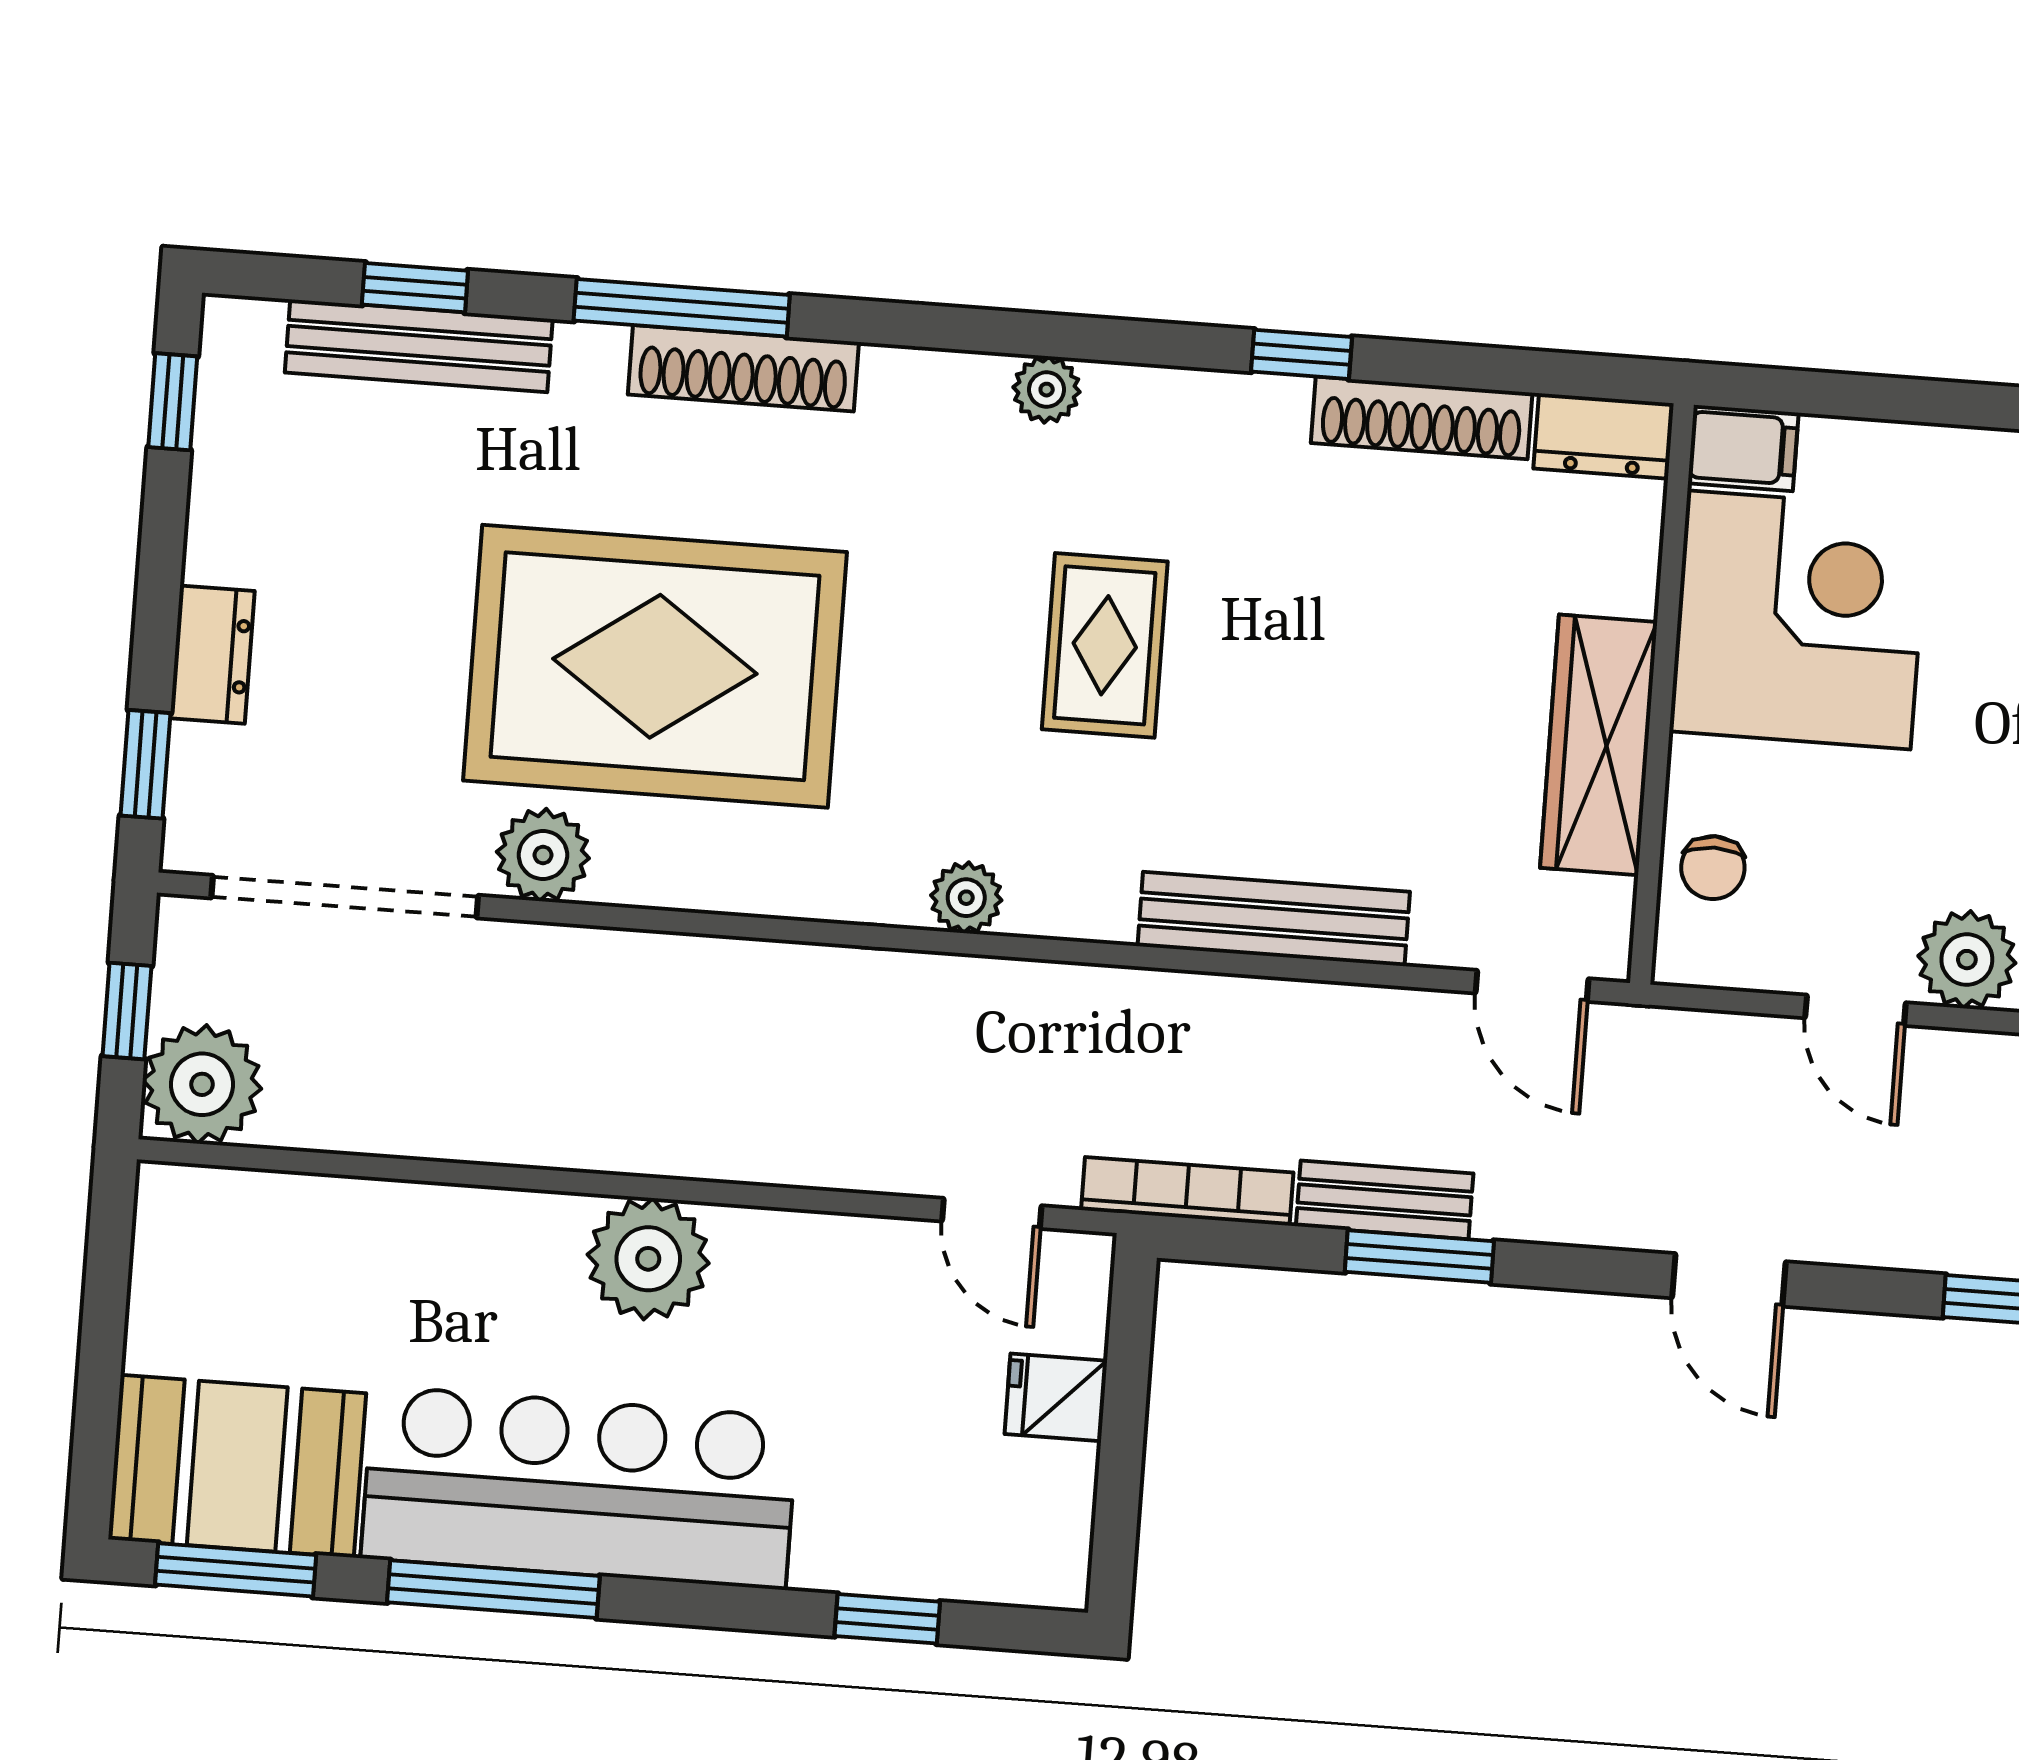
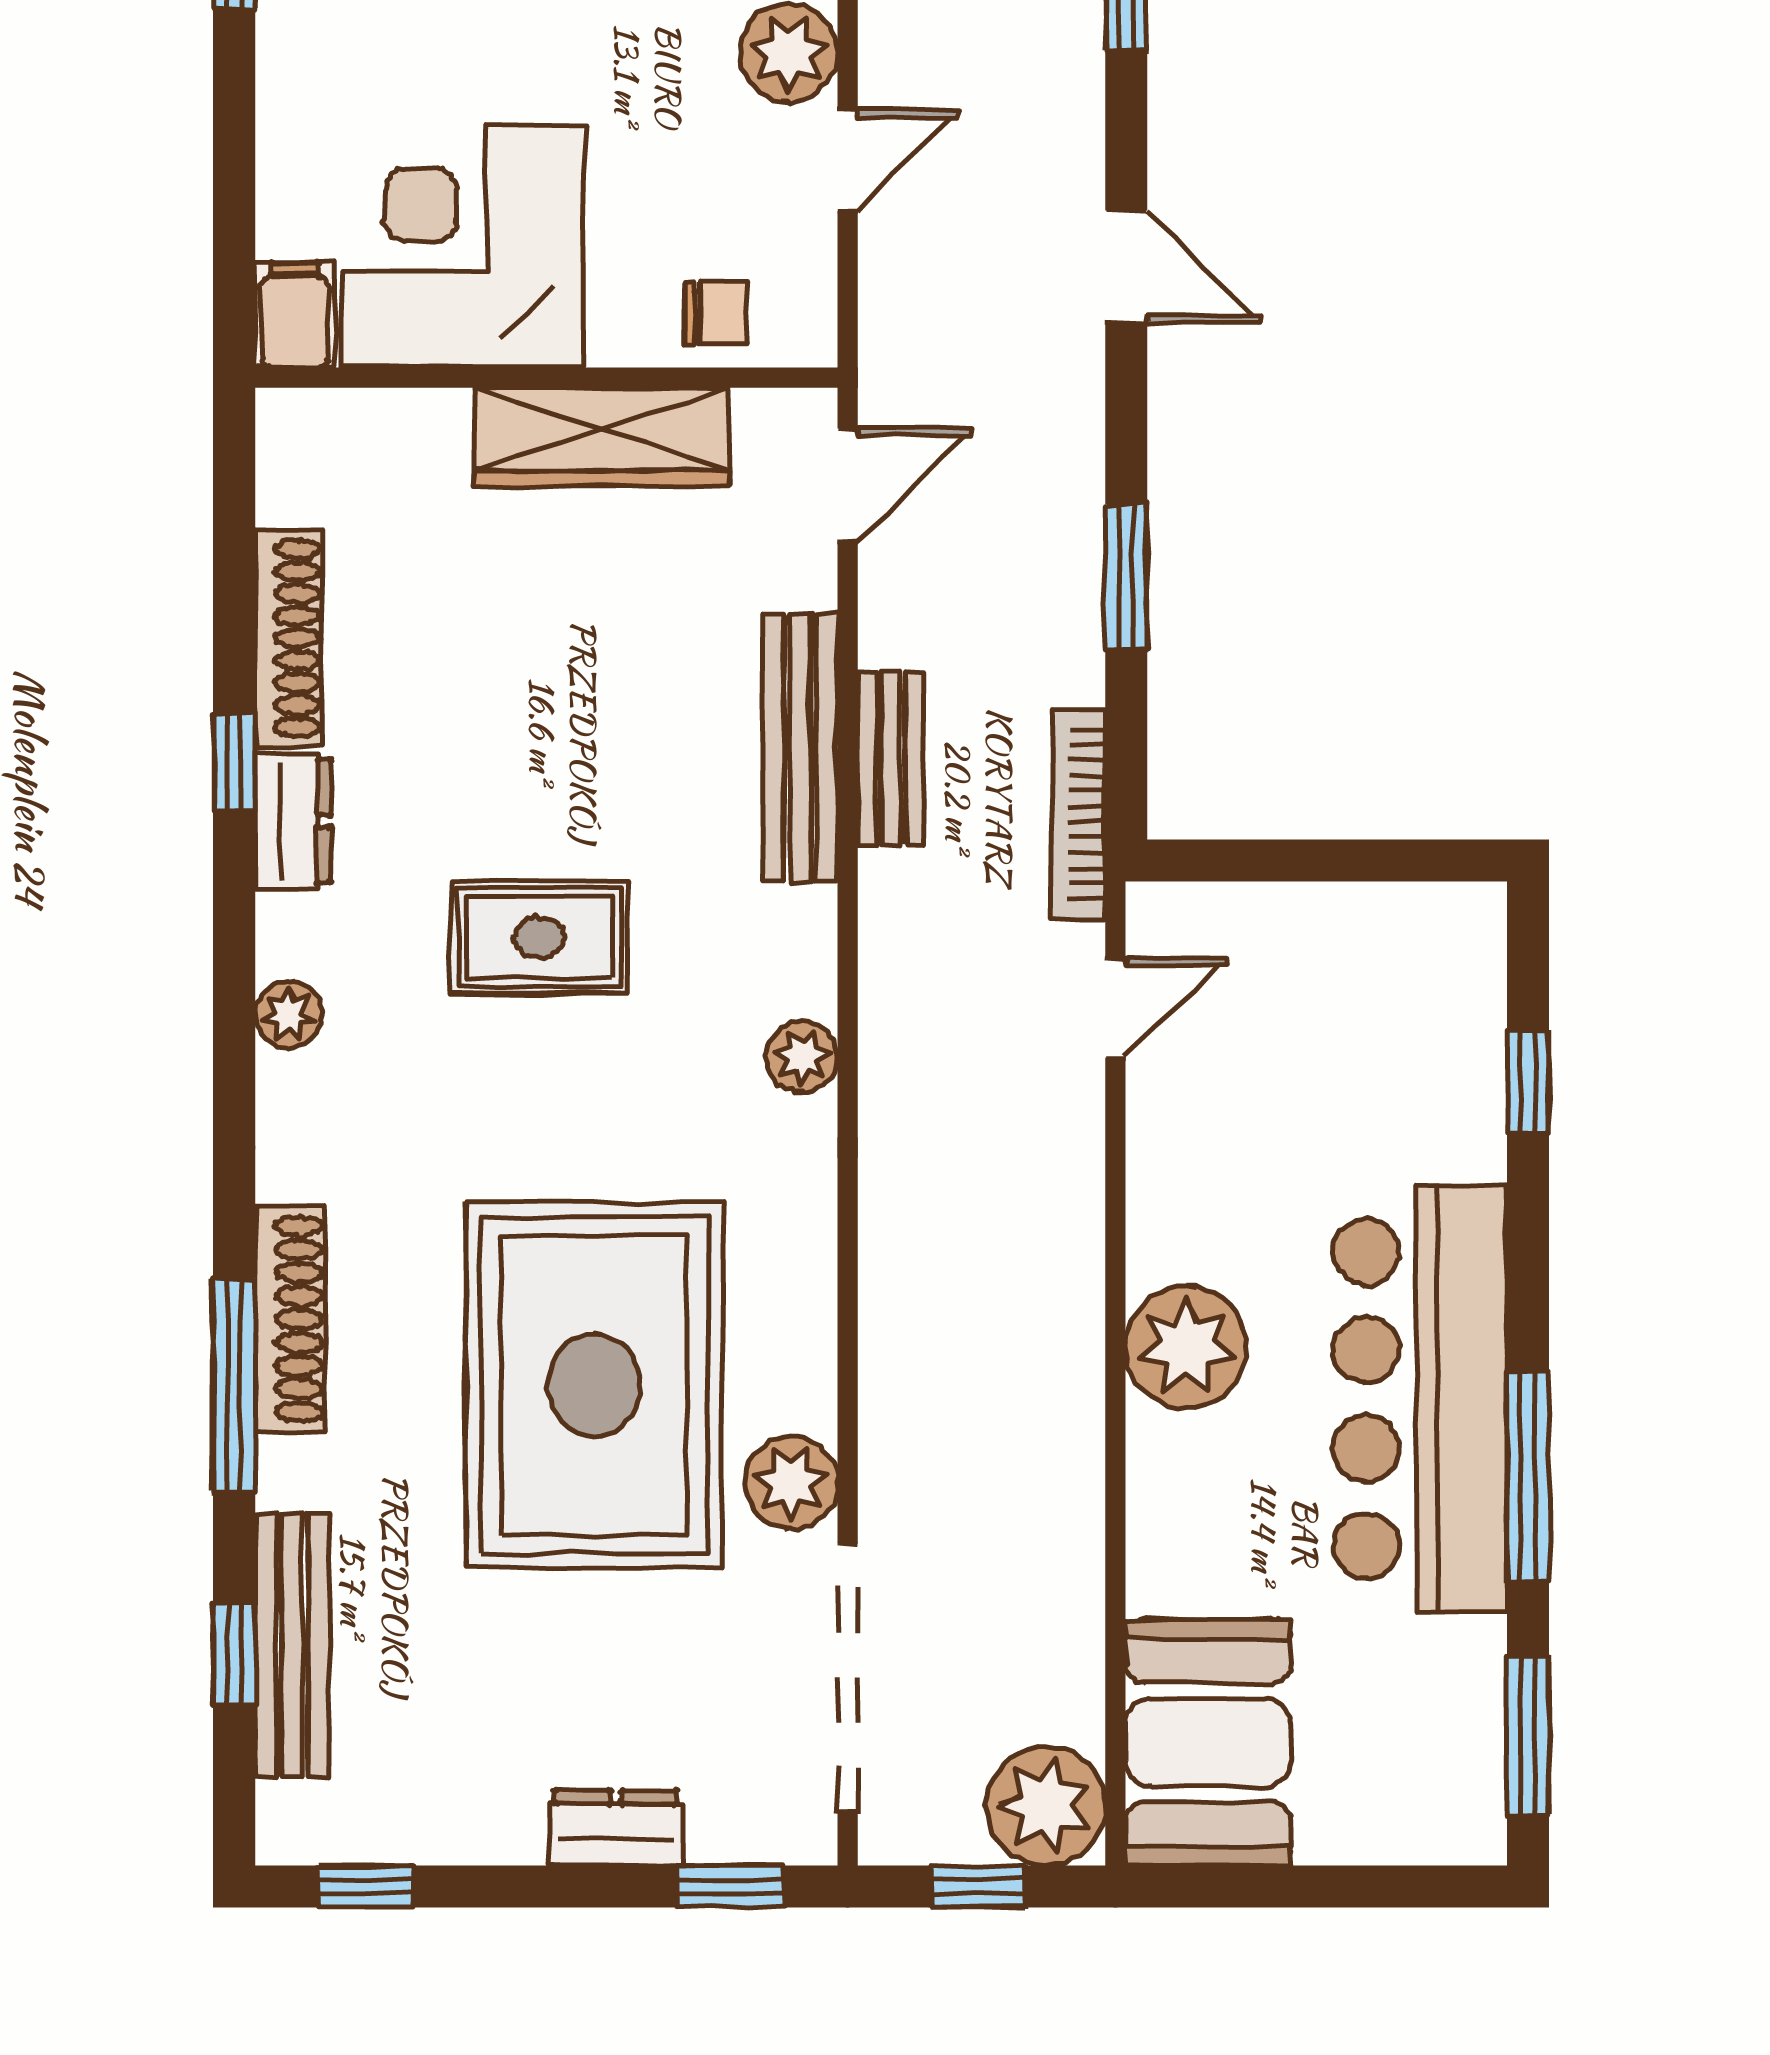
dresser: (1604, 436) -> (293, 821), moved
bench: (1385, 1200) -> (891, 758), moved
door: (1729, 1280) -> (1126, 267), hinge flipped
fridge: (1056, 1397) -> (1294, 930), removed
booth: (237, 1466) -> (1208, 1742), moved

